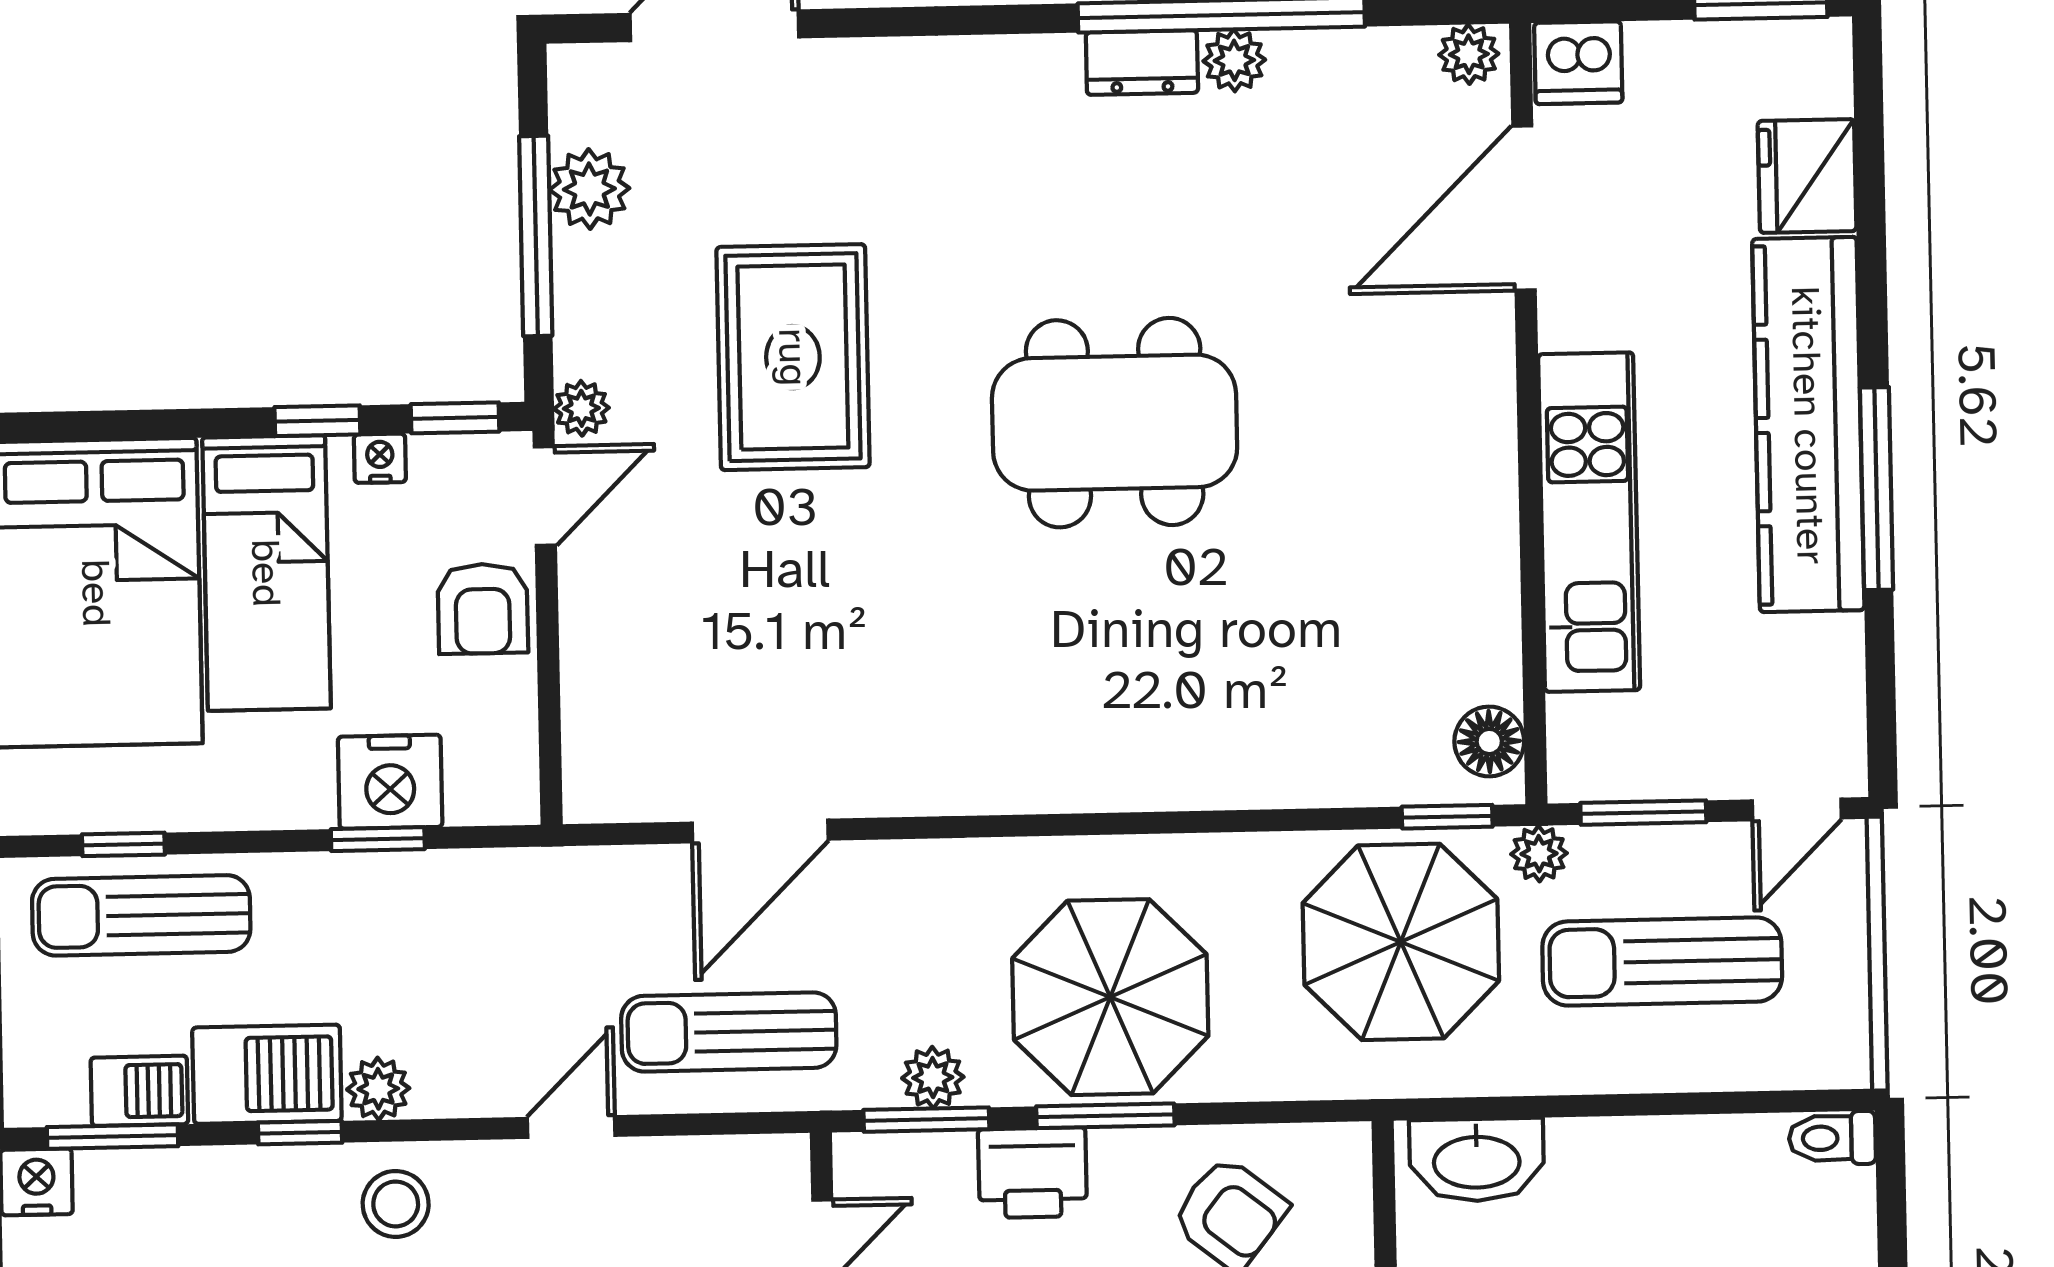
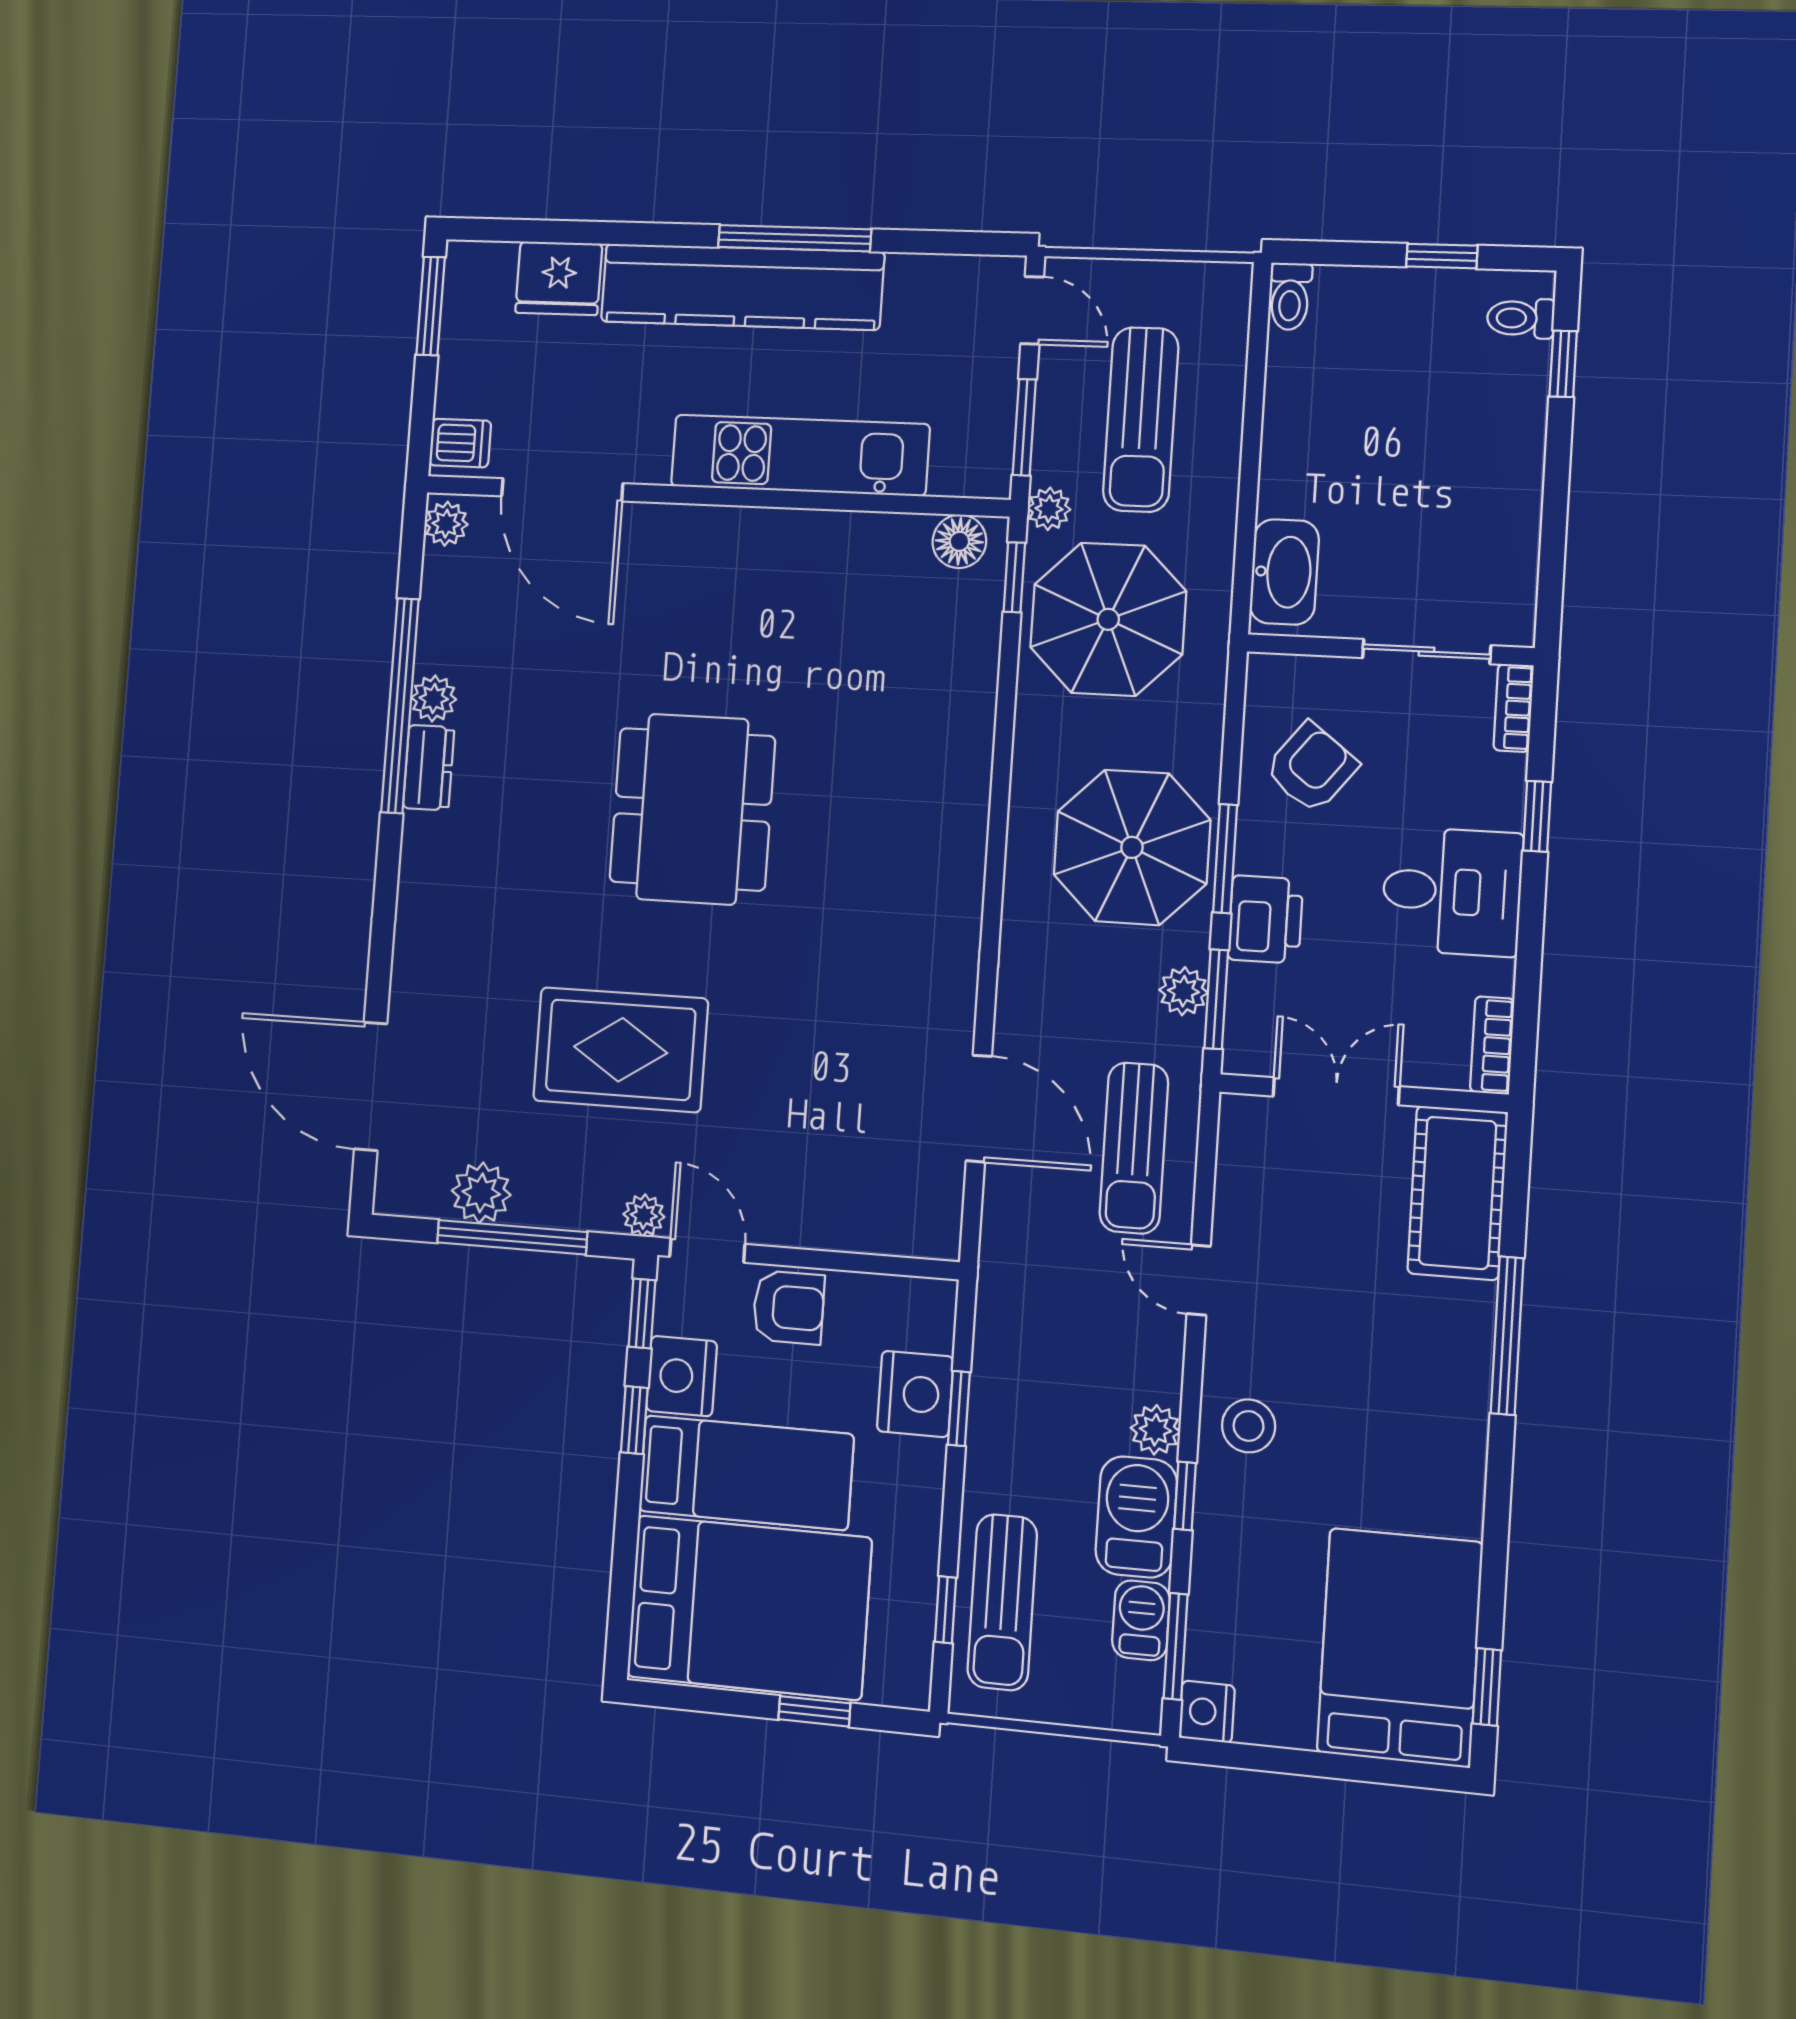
dishwasher: (1578, 63) -> (460, 443), width x0.73
nightstand: (380, 458) -> (682, 1376), width x1.89, depth x1.79

